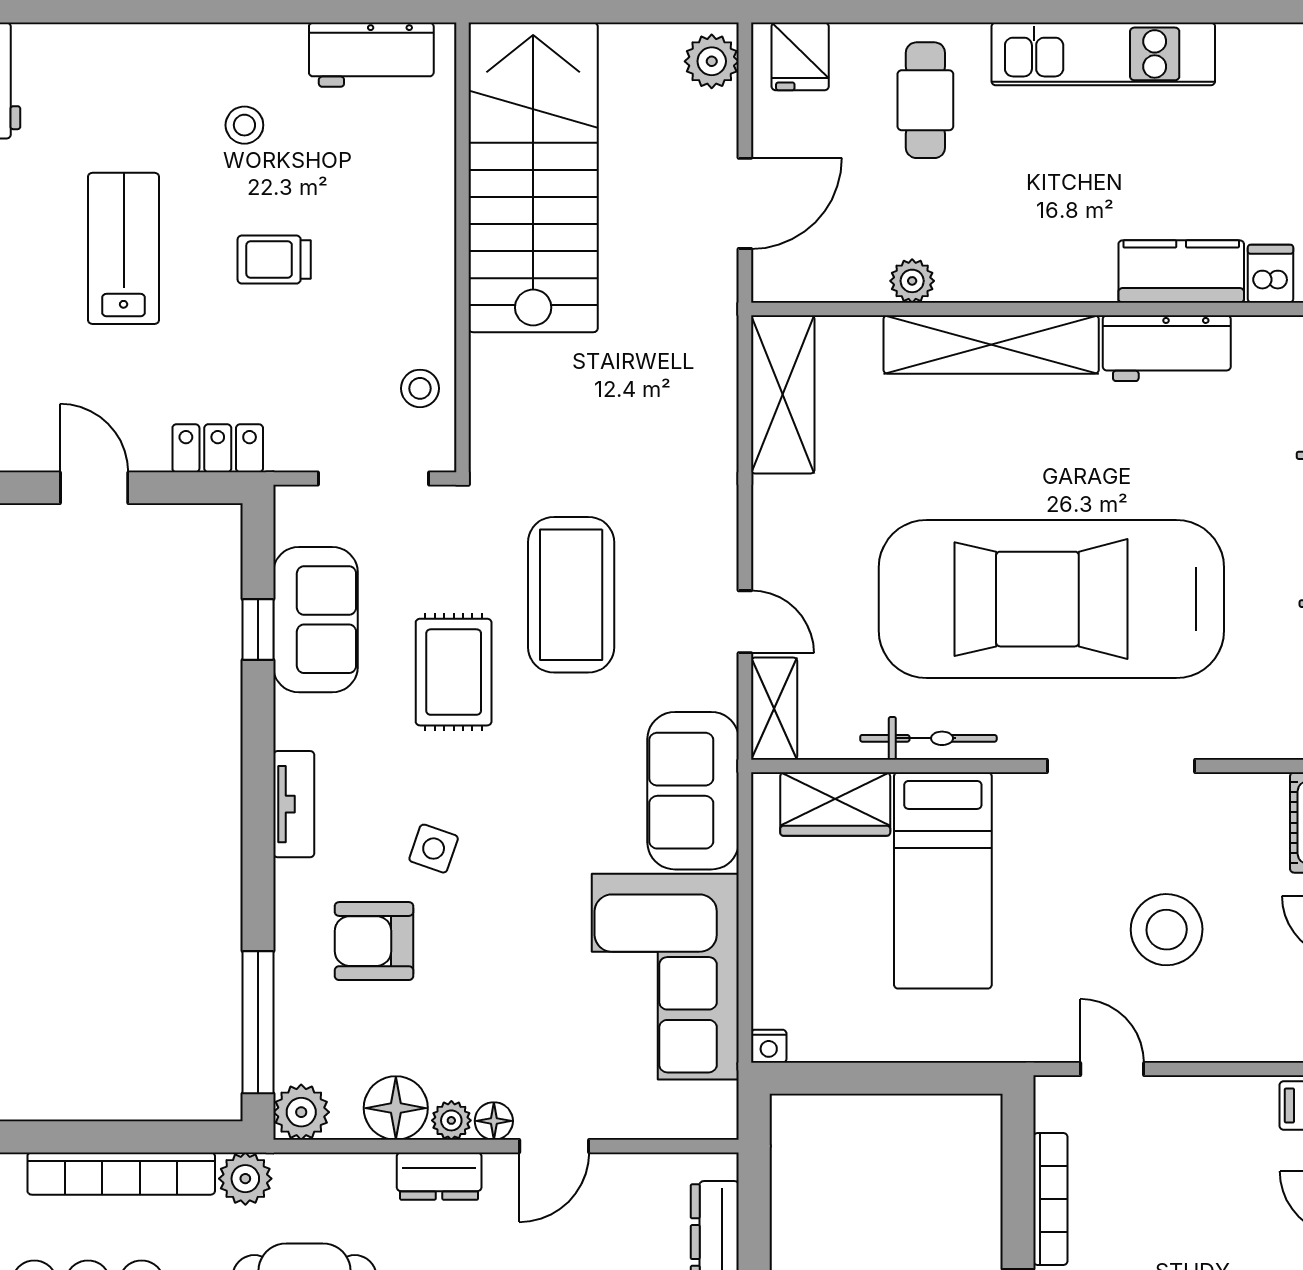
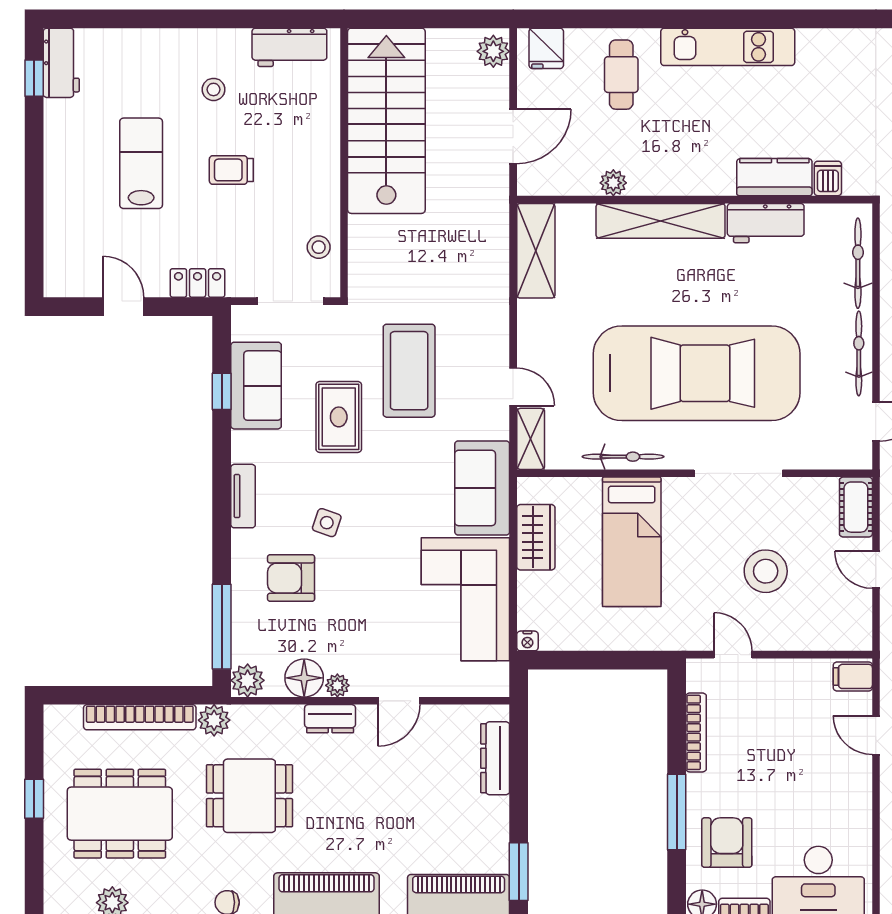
car: (1051, 599) -> (697, 373), turned 180
wardrobe: (835, 804) -> (536, 537), moved, turned -90
floor lamp: (494, 1121) -> (363, 686), removed

